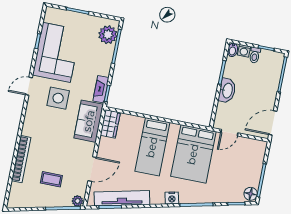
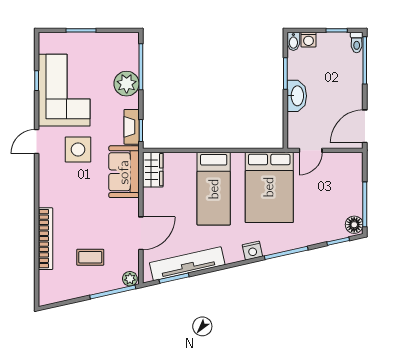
plant: (108, 35) -> (127, 84), moved
toilet: (255, 55) -> (357, 42), moved

